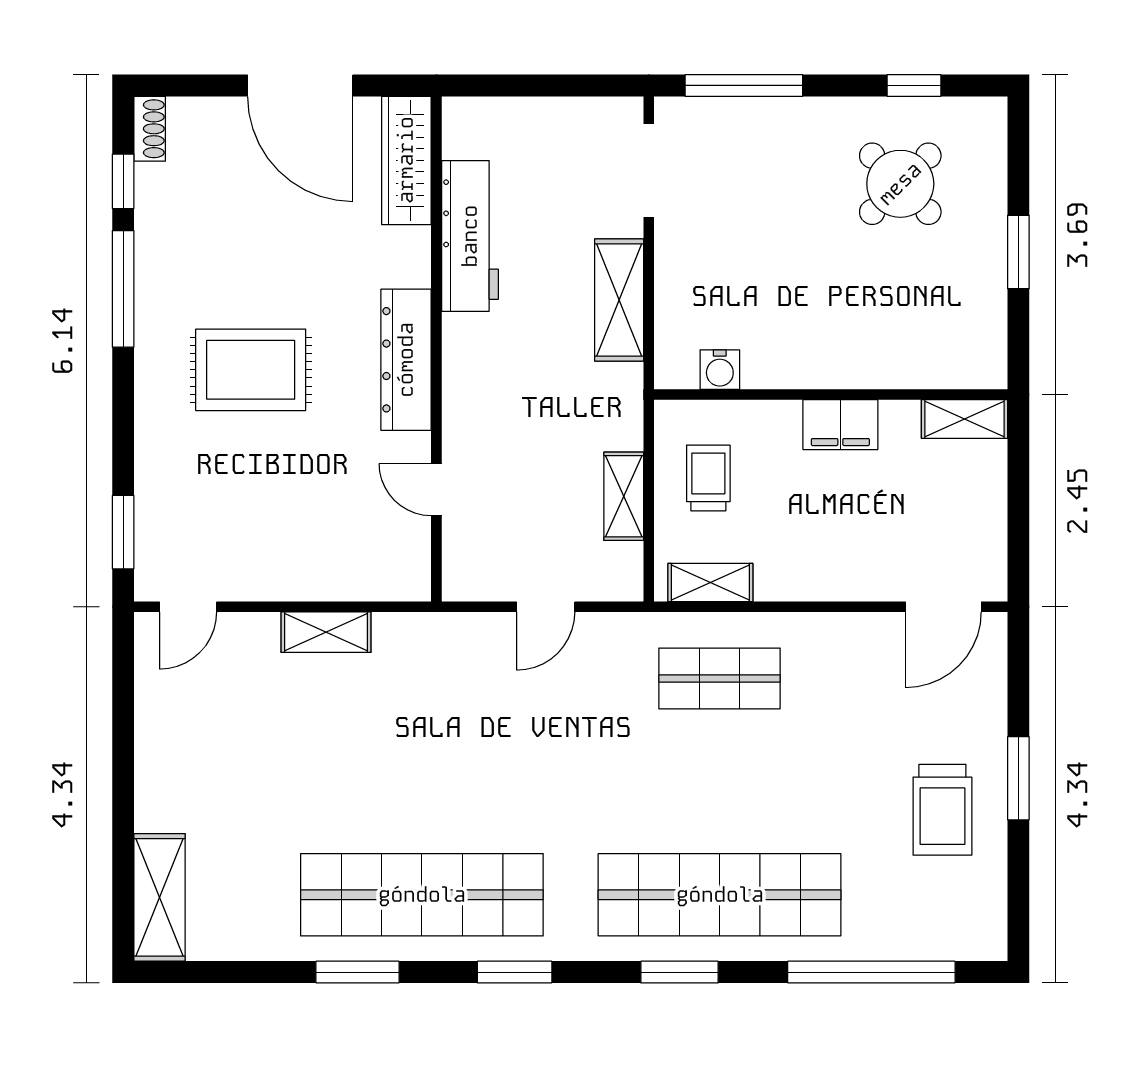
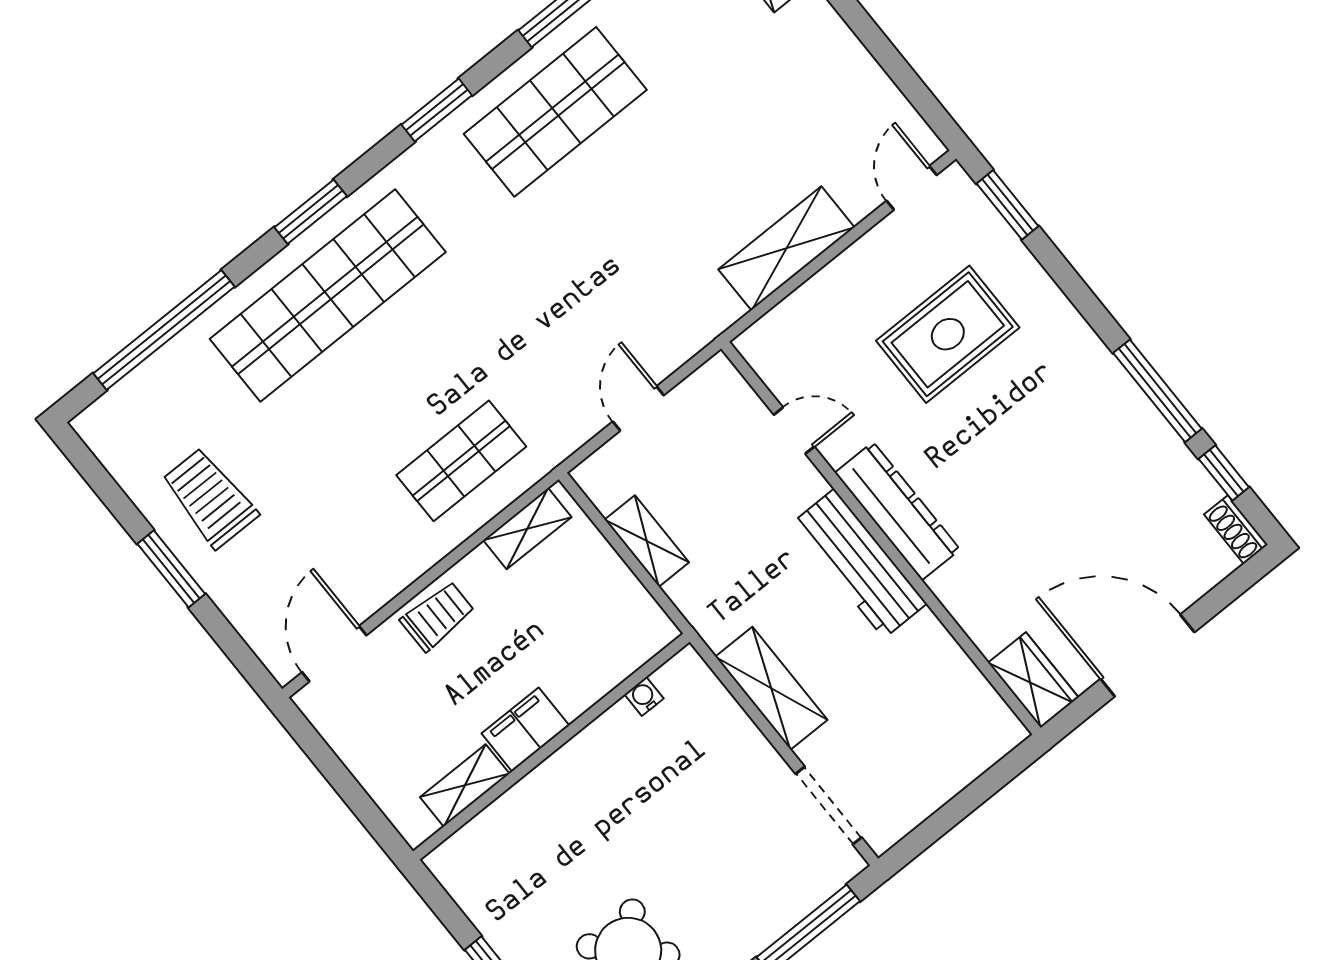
wardrobe: (406, 160) -> (1033, 680), width x0.67
workbench: (470, 236) -> (859, 564), moved
rug: (251, 370) -> (948, 334), moved
water cooler: (720, 370) -> (644, 696), width x0.72, depth x0.72
shelving: (965, 419) -> (465, 785), moved
trolley: (708, 478) -> (437, 616), moved, turned -90
shelving: (326, 632) -> (786, 248), width x1.50, depth x1.33
shop shelf: (422, 895) -> (555, 112), width x0.71

